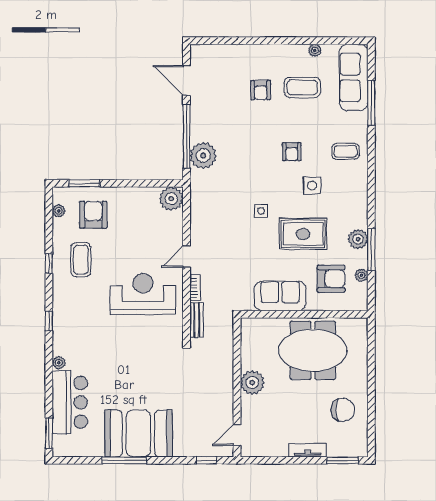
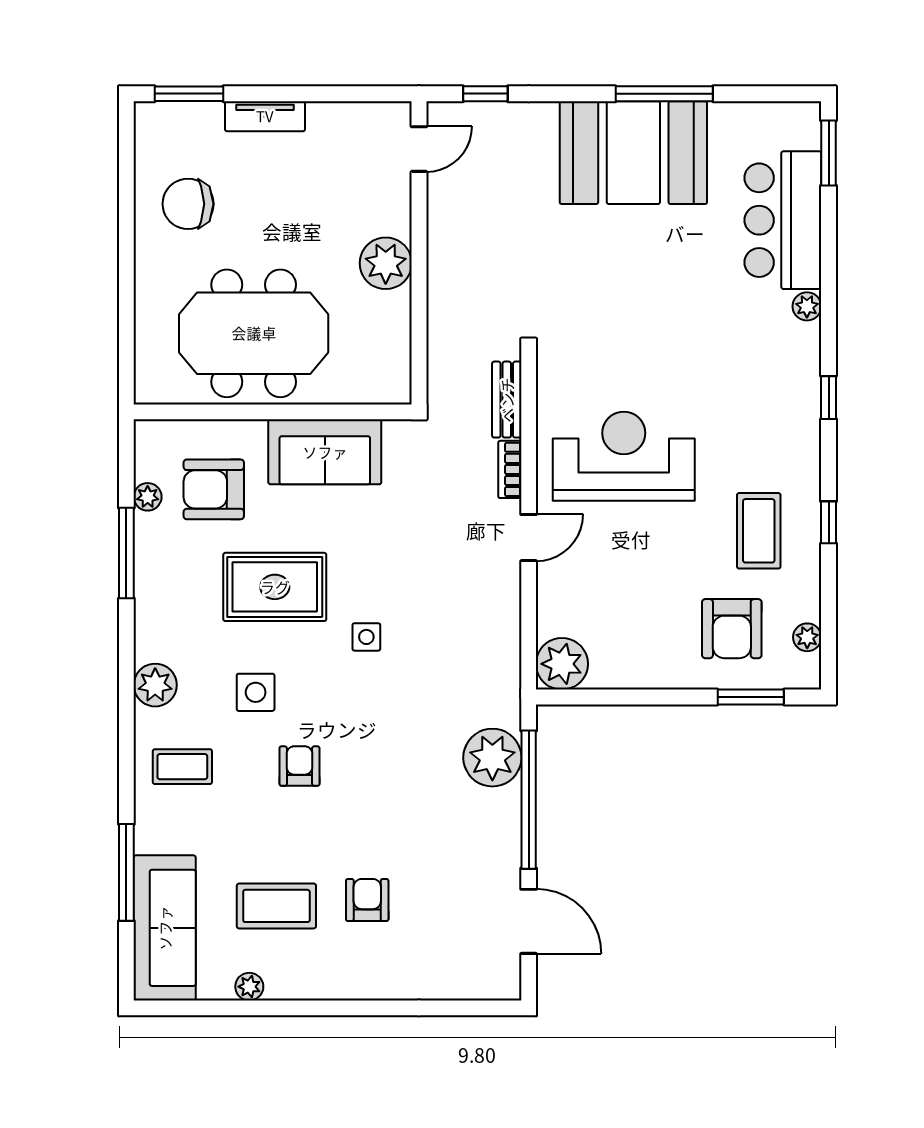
plant: (358, 239) -> (155, 685), moved
reception desk: (143, 294) -> (624, 456), turned 180

